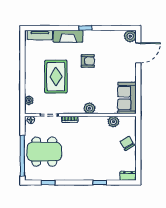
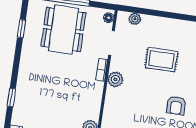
rug: (56, 77) -> (161, 60), width x0.73, depth x0.70
plant: (89, 108) -> (115, 79), moved

